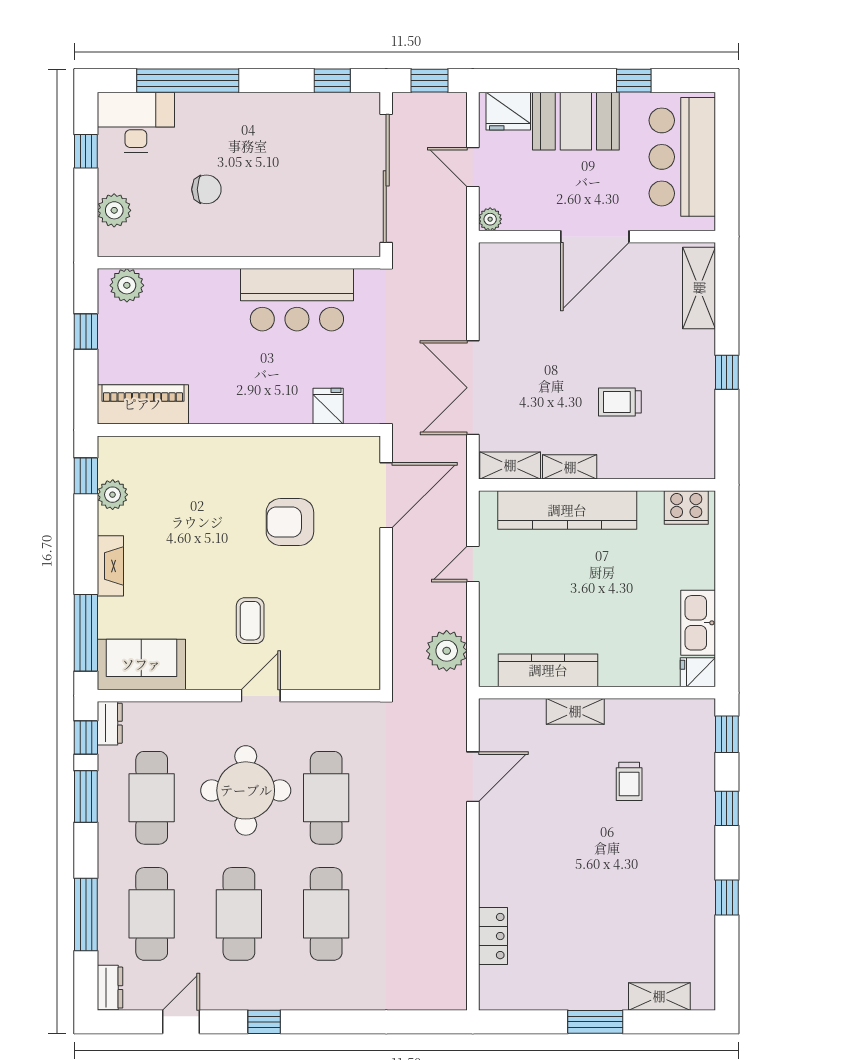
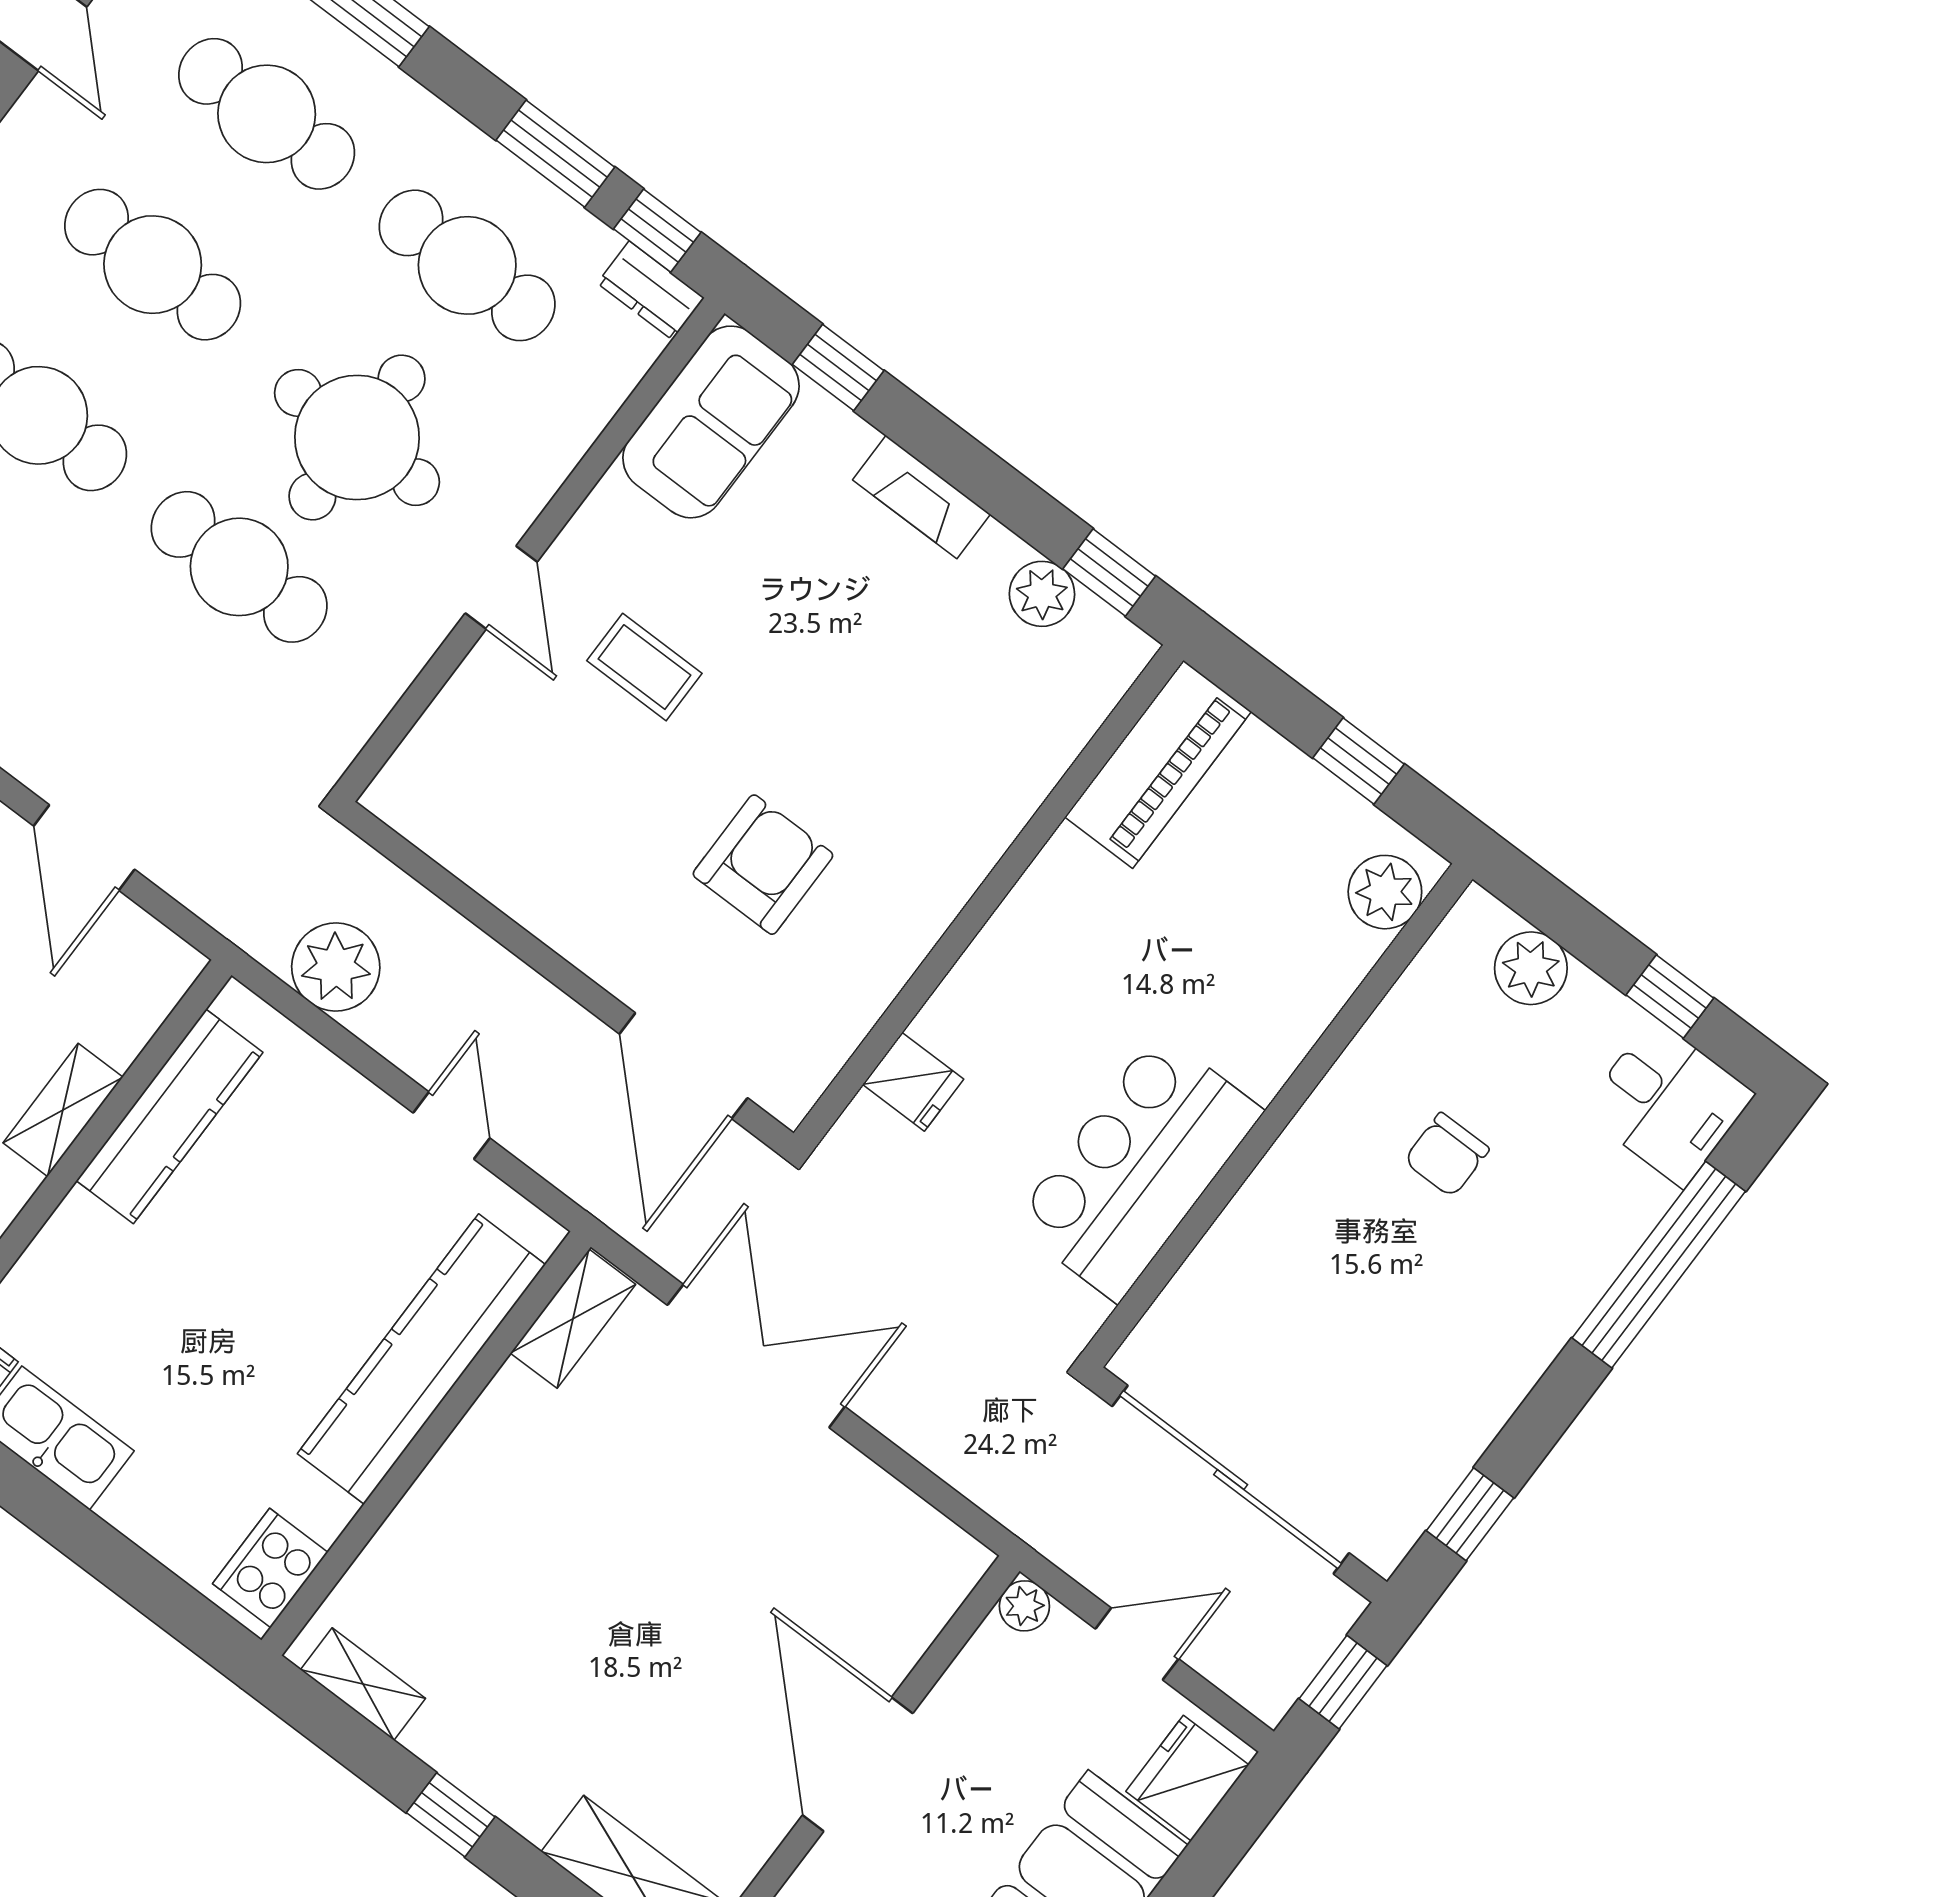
desk: (136, 122) -> (1668, 1102), width x0.73
trolley: (620, 402) -> (539, 1591), removed
shelving: (570, 467) -> (363, 1684), moved, turned 90
window: (86, 633) -> (838, 367), width x0.46

